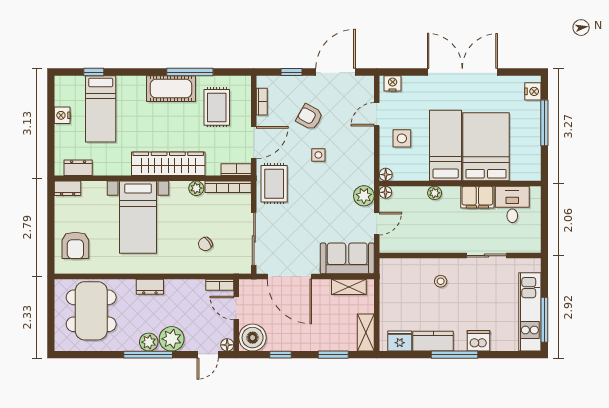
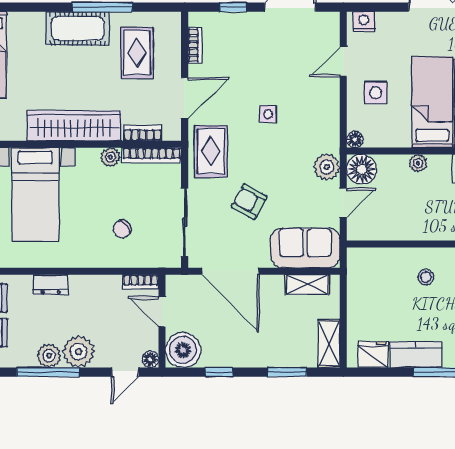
armchair: (309, 117) -> (249, 202), moved
bookcase: (236, 170) -> (143, 133), moved
floor lamp: (385, 192) -> (362, 169), width x1.89, depth x1.89

